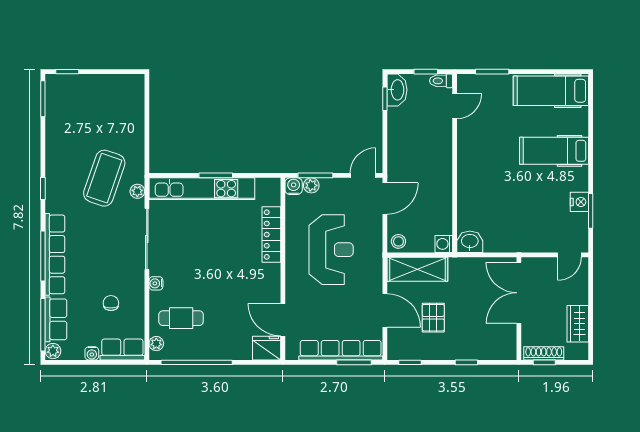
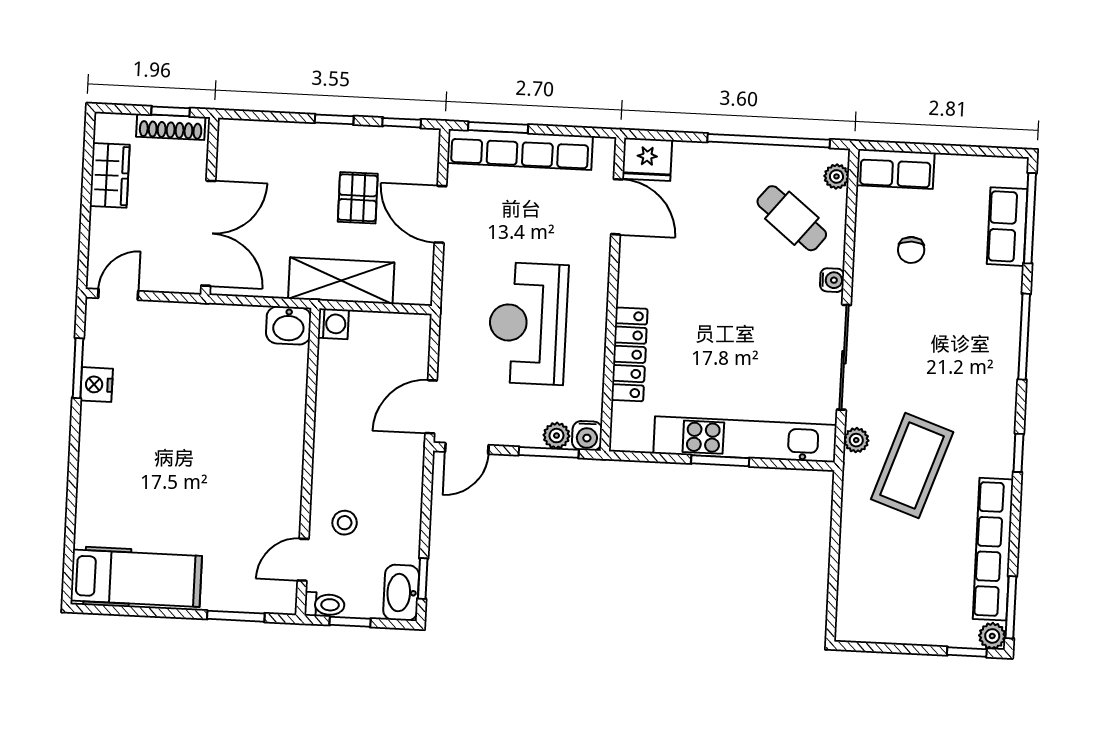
hospital bed: (554, 151) -> (136, 475), removed
stool: (398, 241) -> (345, 523), moved
row of seats: (55, 254) -> (993, 549), moved
shelving: (417, 269) -> (341, 281), moved
cafe table: (181, 318) -> (792, 218), turned 39
plant: (53, 351) -> (992, 636), moved
water cooler: (92, 353) -> (948, 165), removed
window: (466, 362) -> (334, 119), moved

